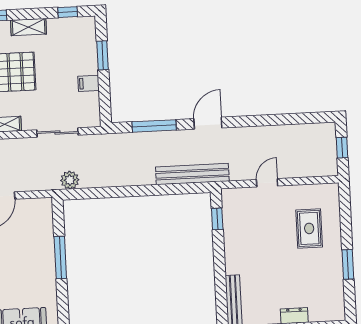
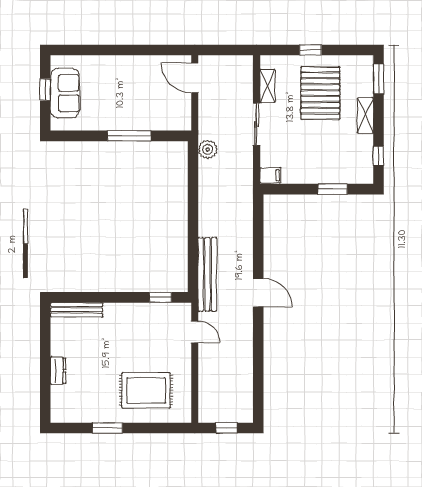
filing cabinet: (89, 83) -> (270, 175), moved, turned 90
window: (154, 126) -> (258, 238), removed
sliding door: (57, 133) -> (257, 124), moved
door: (267, 183) -> (195, 332), moved
rug: (309, 228) -> (146, 390), width x1.36, depth x1.43

